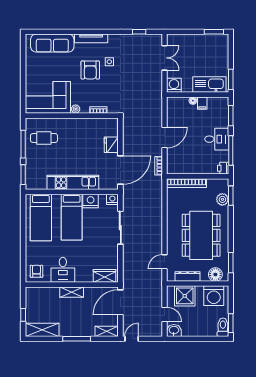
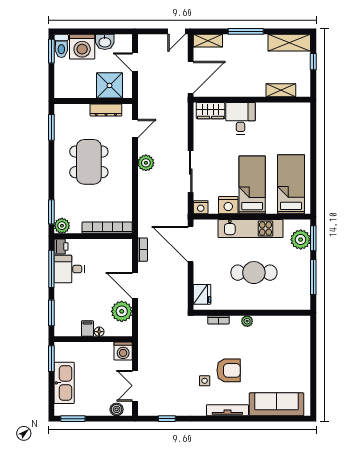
boiler: (179, 39) -> (117, 409), added
armchair: (90, 70) -> (229, 370), turned 90
kitchen sink: (209, 85) -> (64, 383), moved, turned -90
corner sofa: (48, 97) -> (282, 336), removed
plant: (175, 117) -> (122, 311), added
door: (164, 137) -> (135, 285), hinge flipped
cafe table: (44, 138) -> (254, 273), moved, width x1.37, depth x1.35
desk: (217, 139) -> (69, 269), moved
fridge: (111, 145) -> (202, 294), moved
door: (120, 170) -> (191, 244), hinge flipped
plant: (33, 174) -> (301, 240), added
plant: (222, 199) -> (62, 226), moved
plant: (156, 235) -> (146, 163), added
dining table: (201, 235) -> (89, 162), width x0.73, depth x0.80
desk: (63, 270) -> (241, 118), moved
armchair: (36, 271) -> (296, 116), removed
floor lamp: (215, 274) -> (71, 112), removed
shelving: (72, 292) -> (281, 90), moved
washing machine: (214, 296) -> (82, 47), moved, turned 180
washbasin: (174, 330) -> (105, 42), moved

